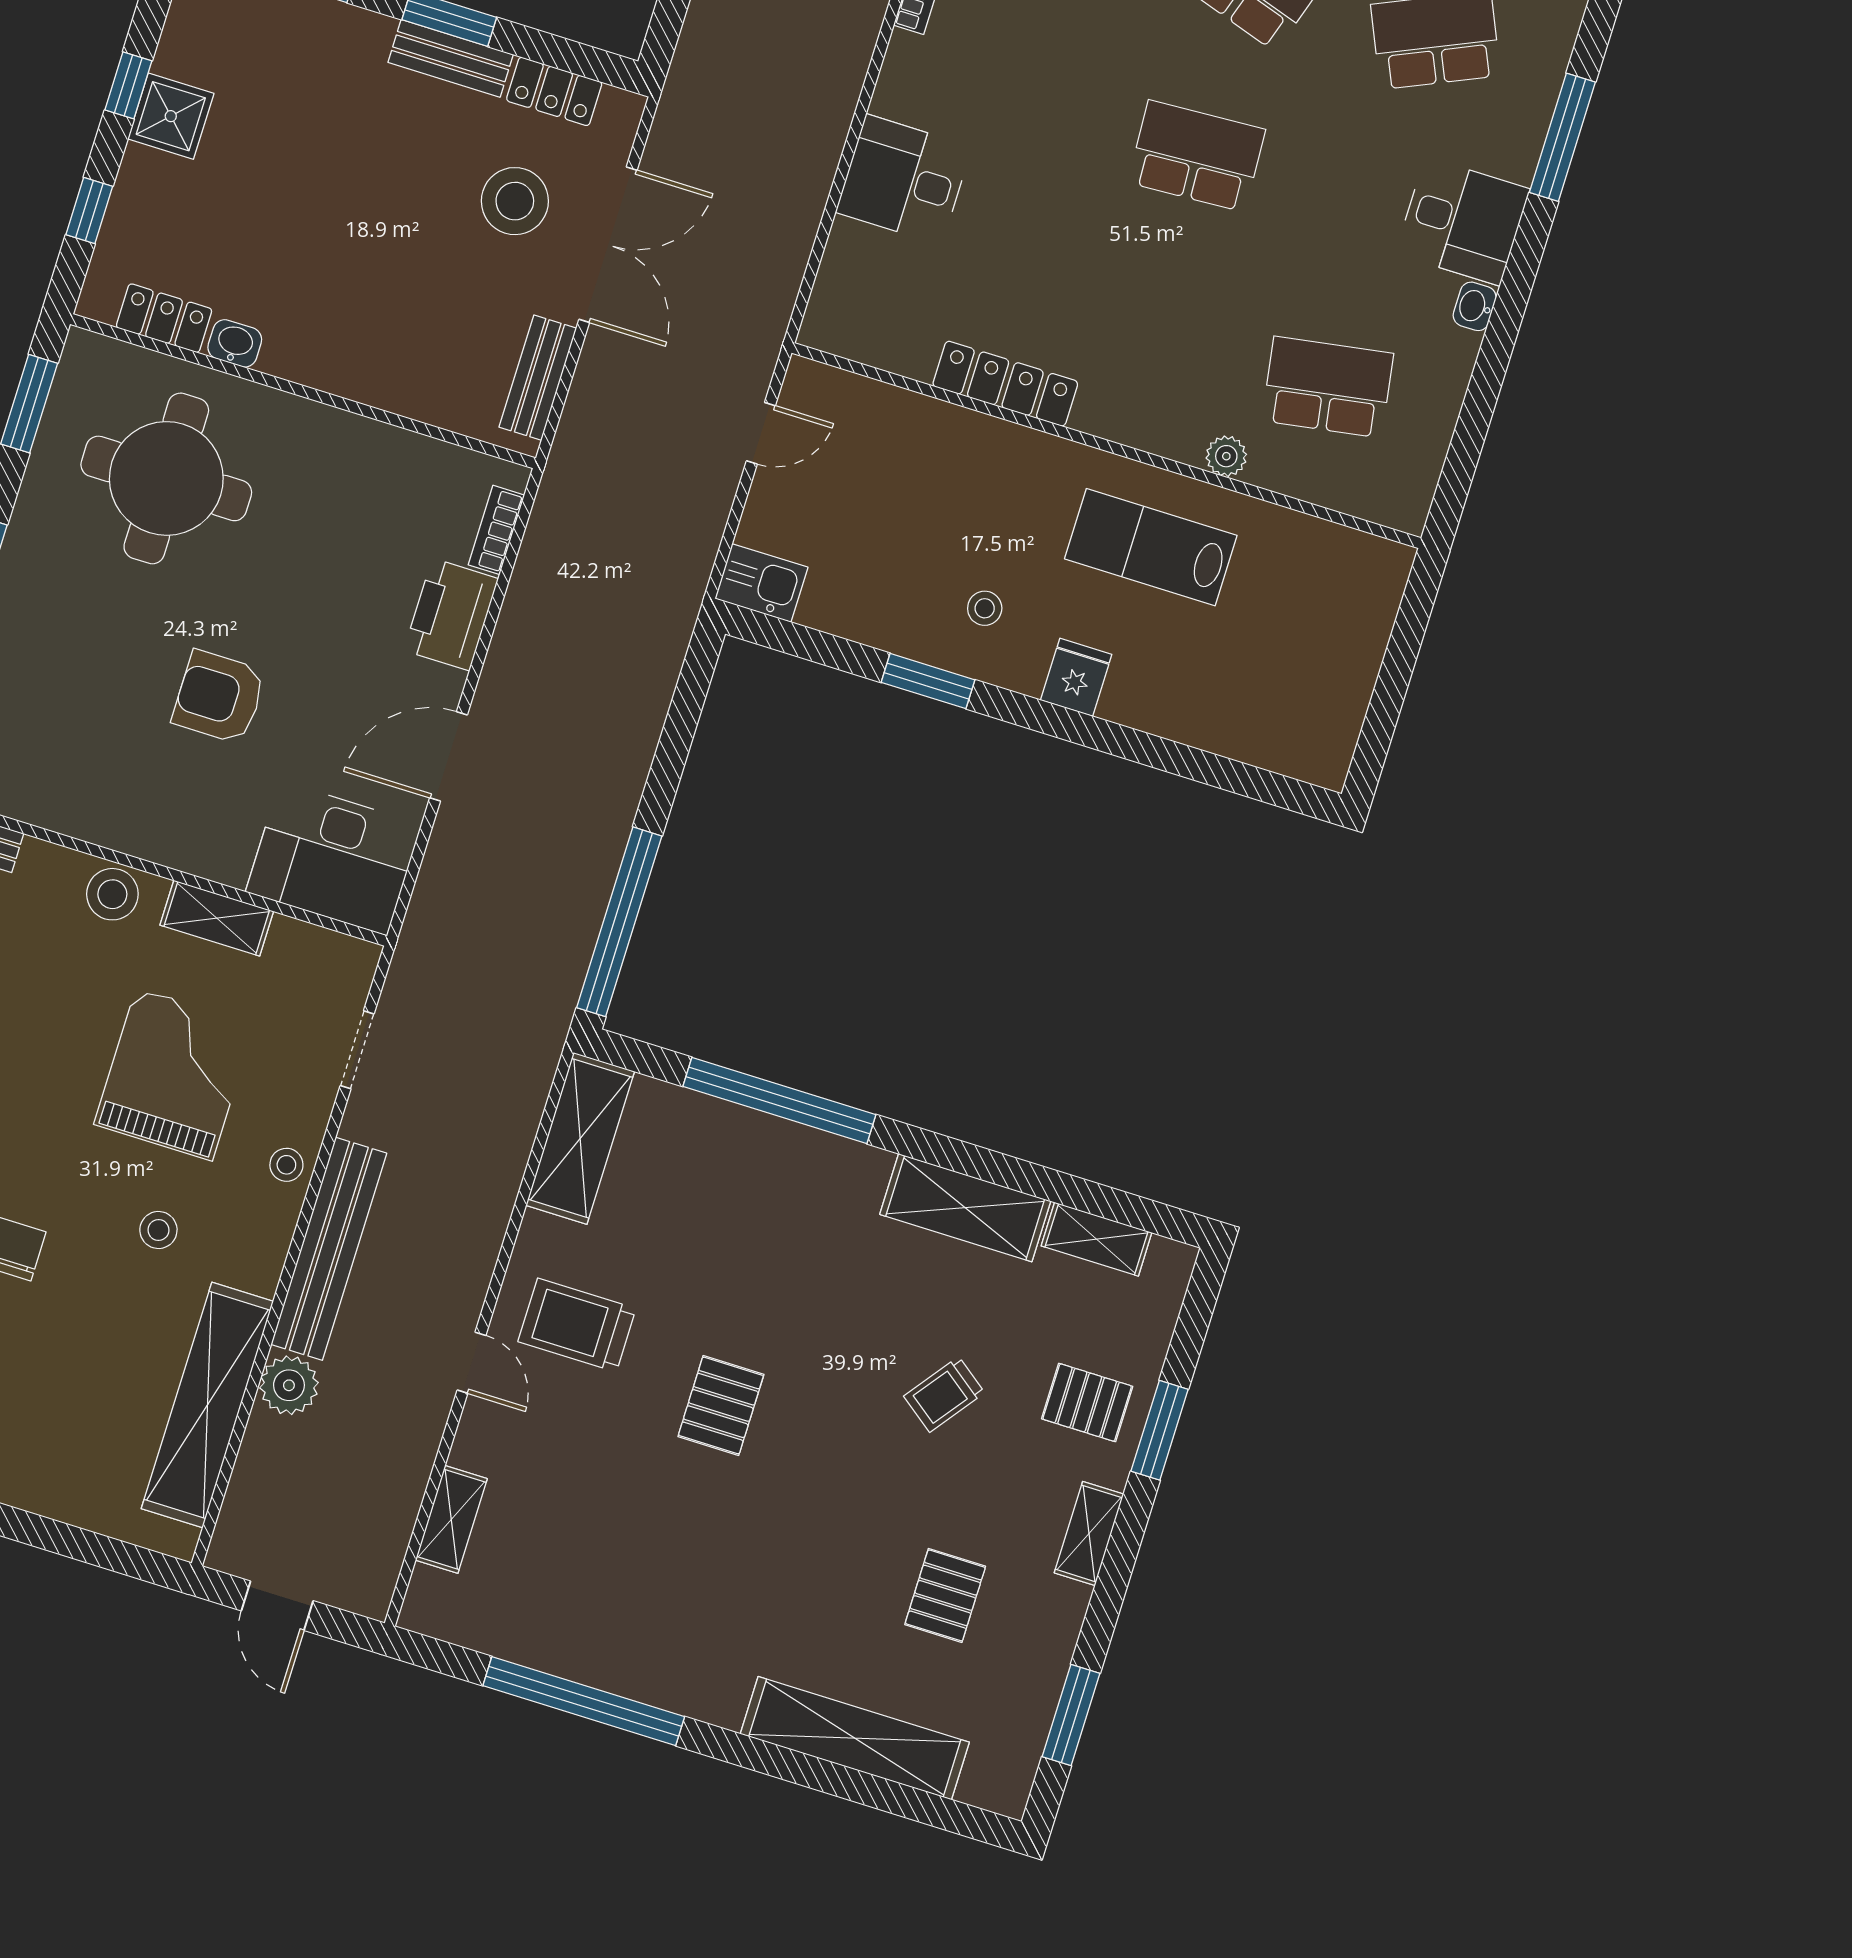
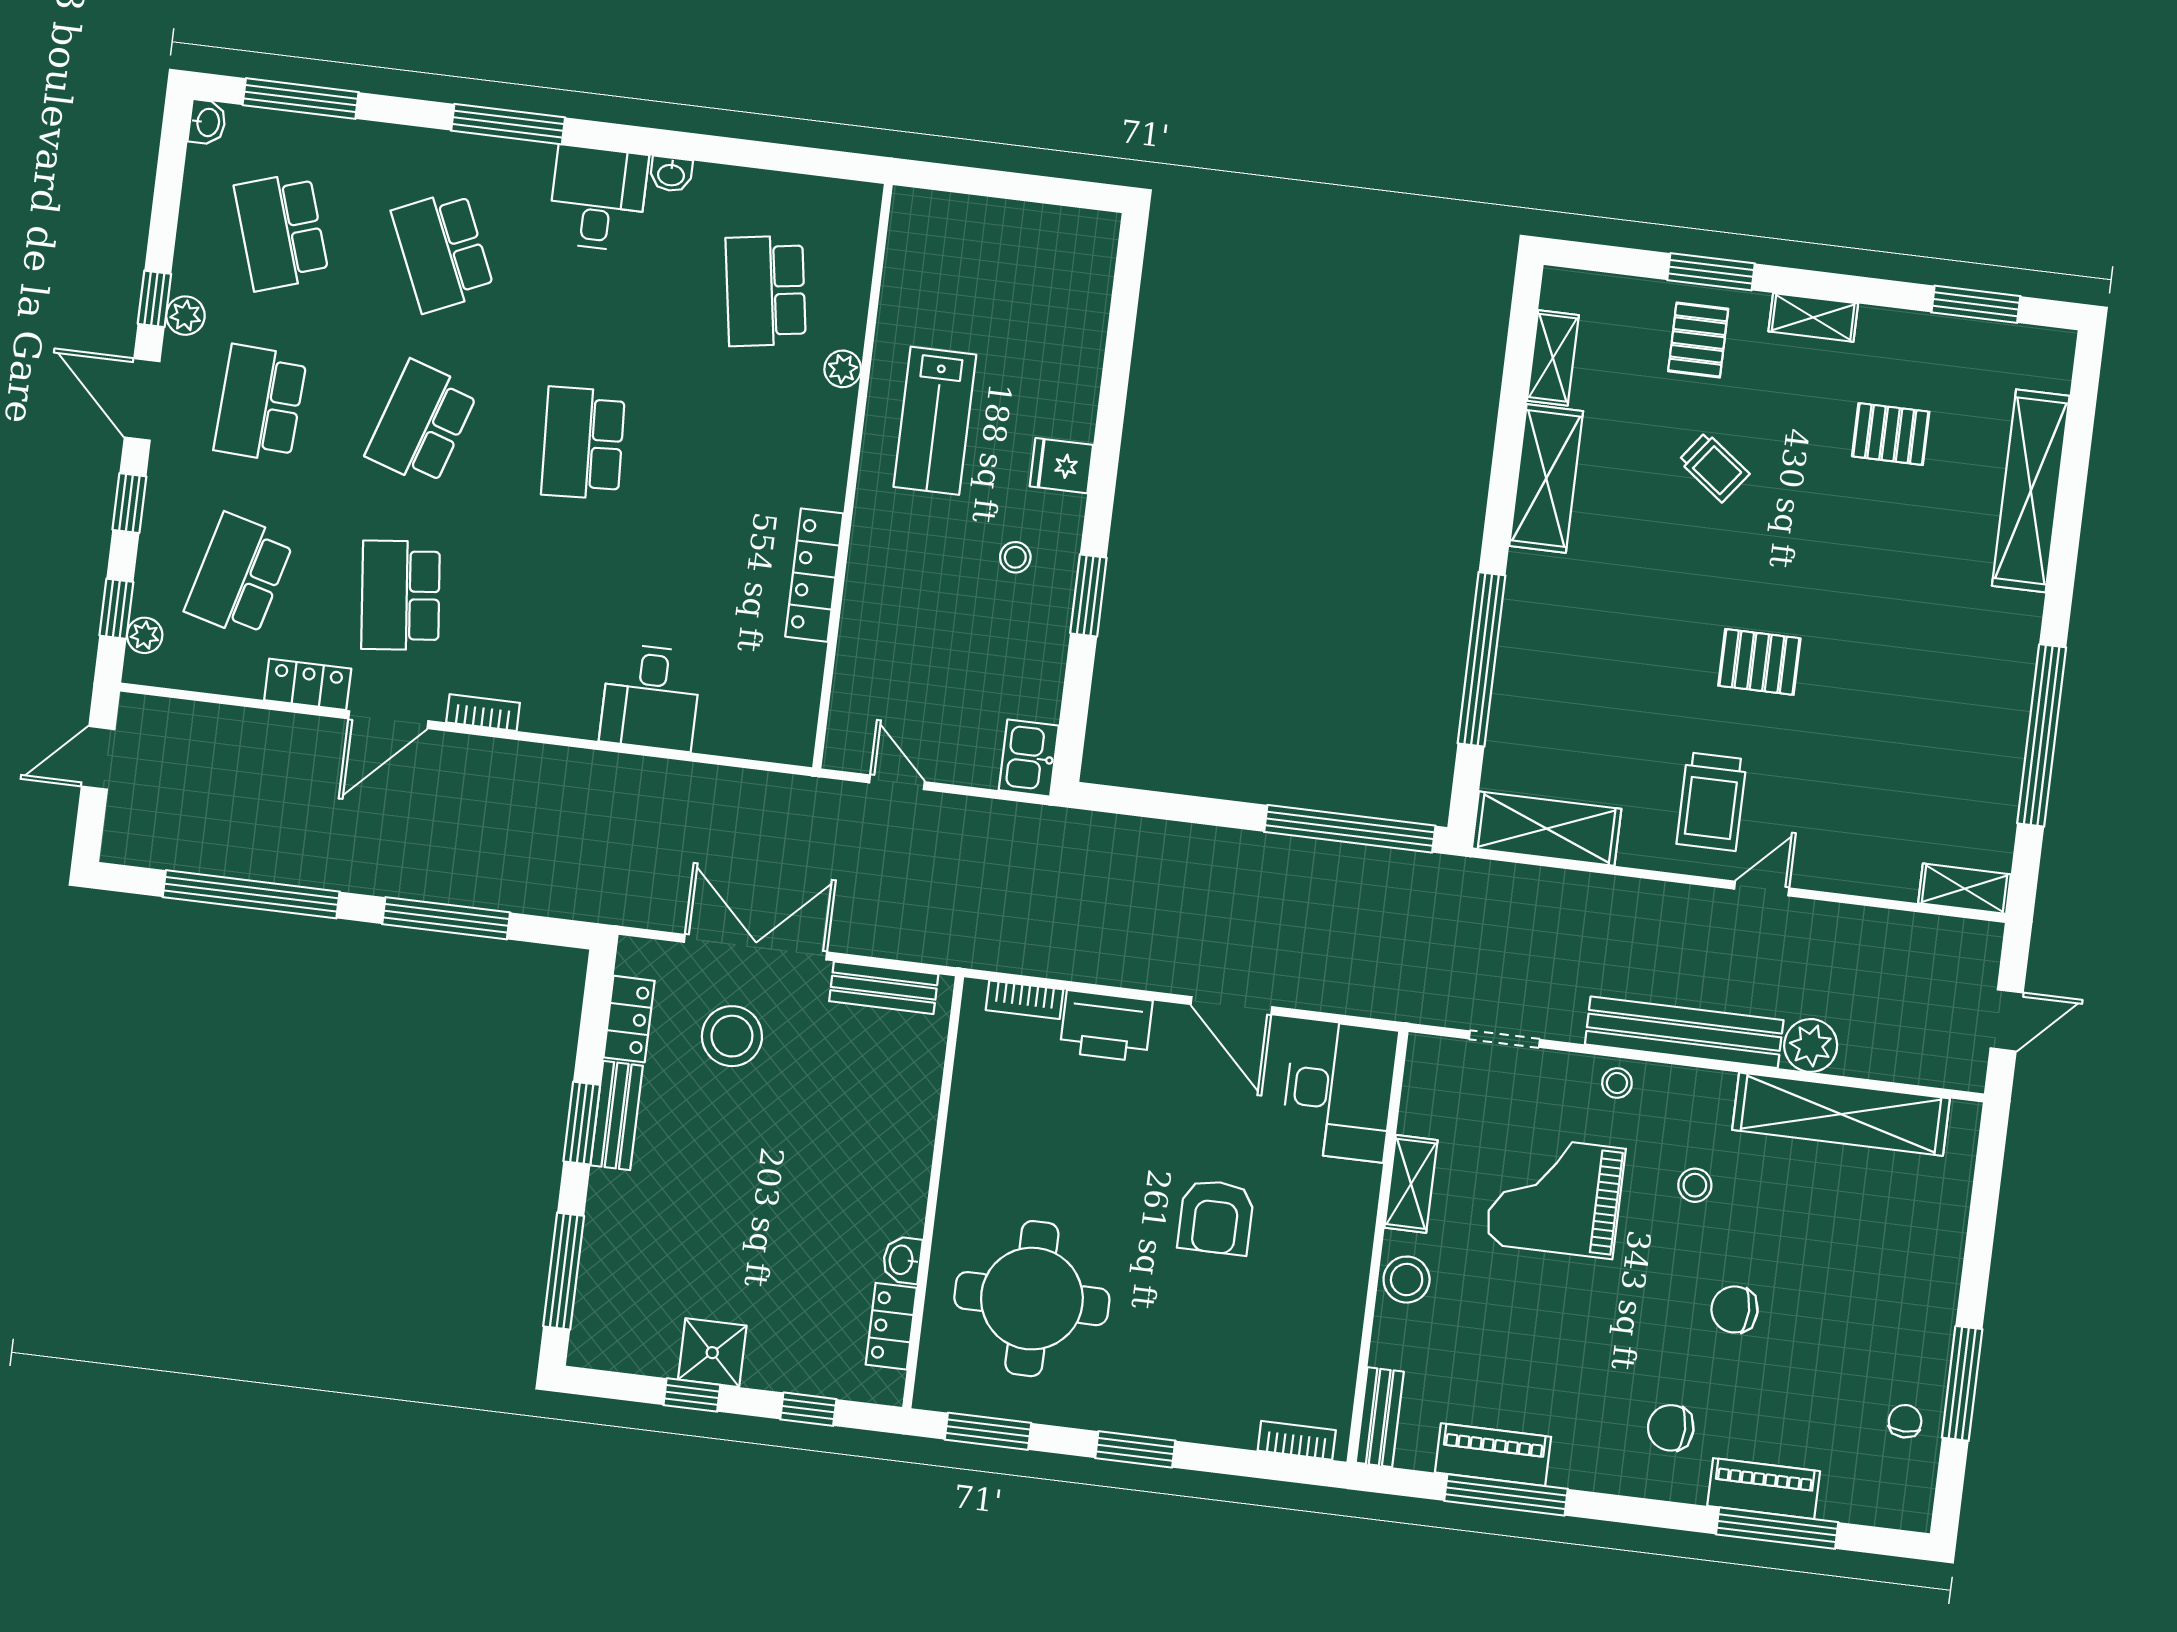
shelving: (451, 1519) -> (1964, 889), moved

